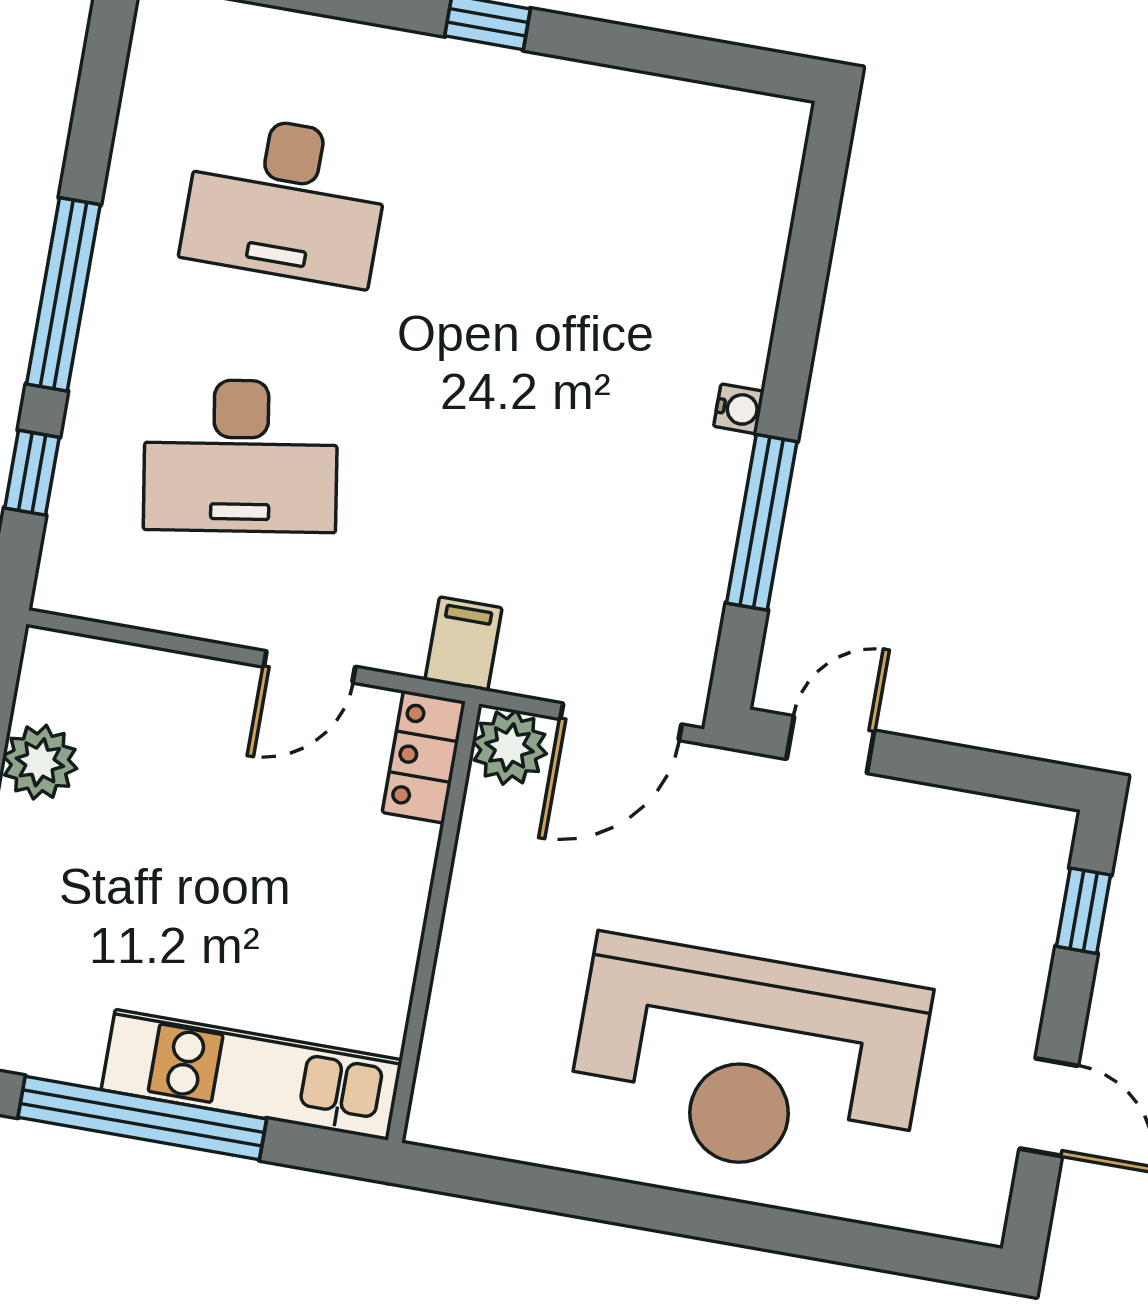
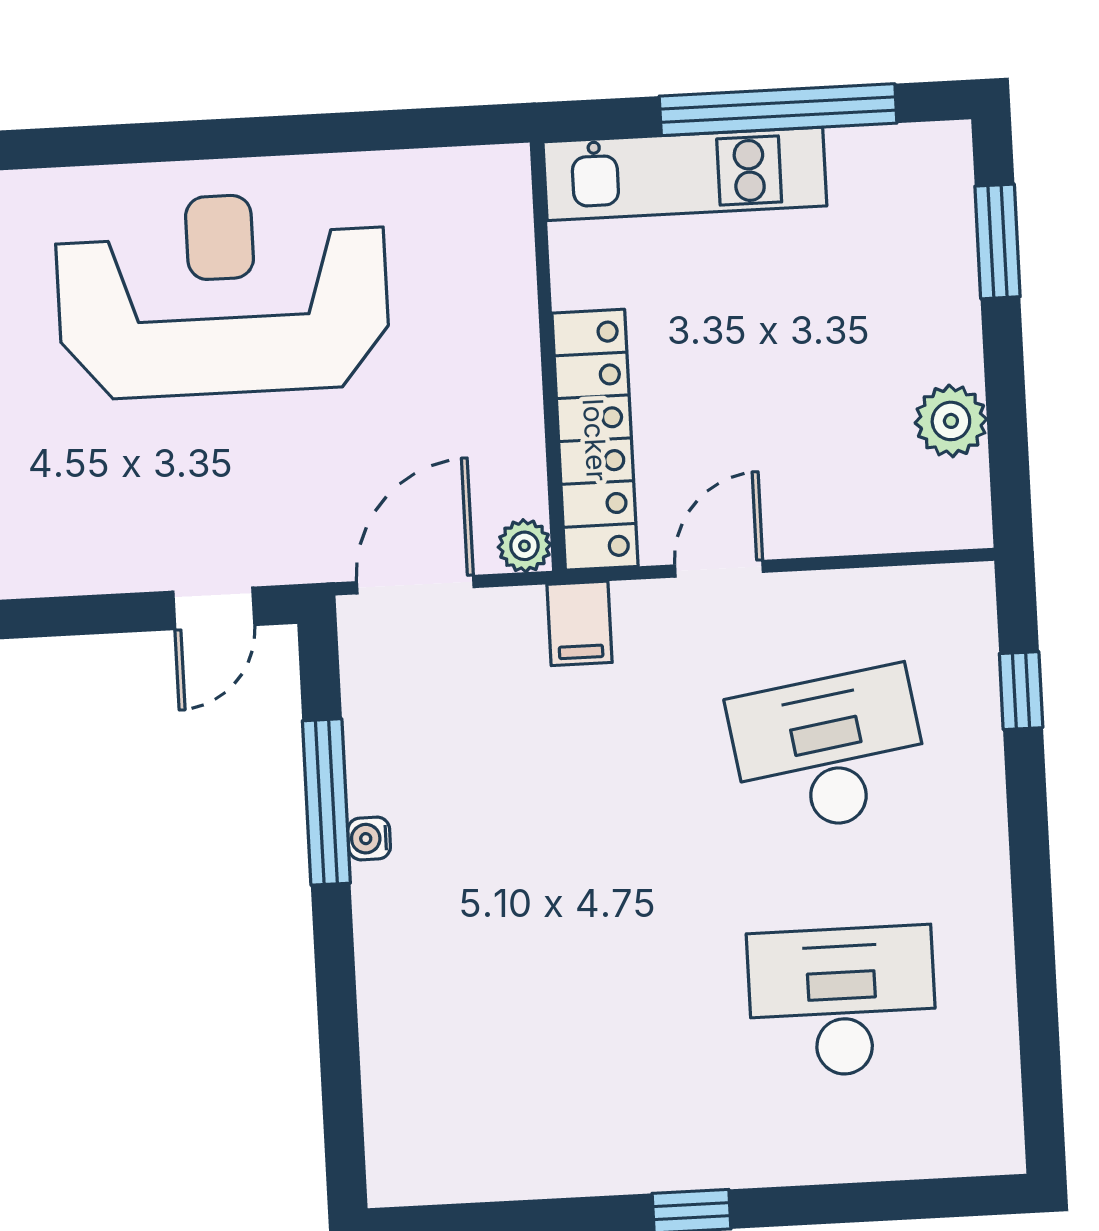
window: (63, 294) -> (1030, 864), removed
water cooler: (739, 409) -> (369, 838), moved
plant: (510, 747) -> (524, 546), width x0.73, depth x0.73
locker: (424, 757) -> (595, 440), width x2.16, depth x1.21

